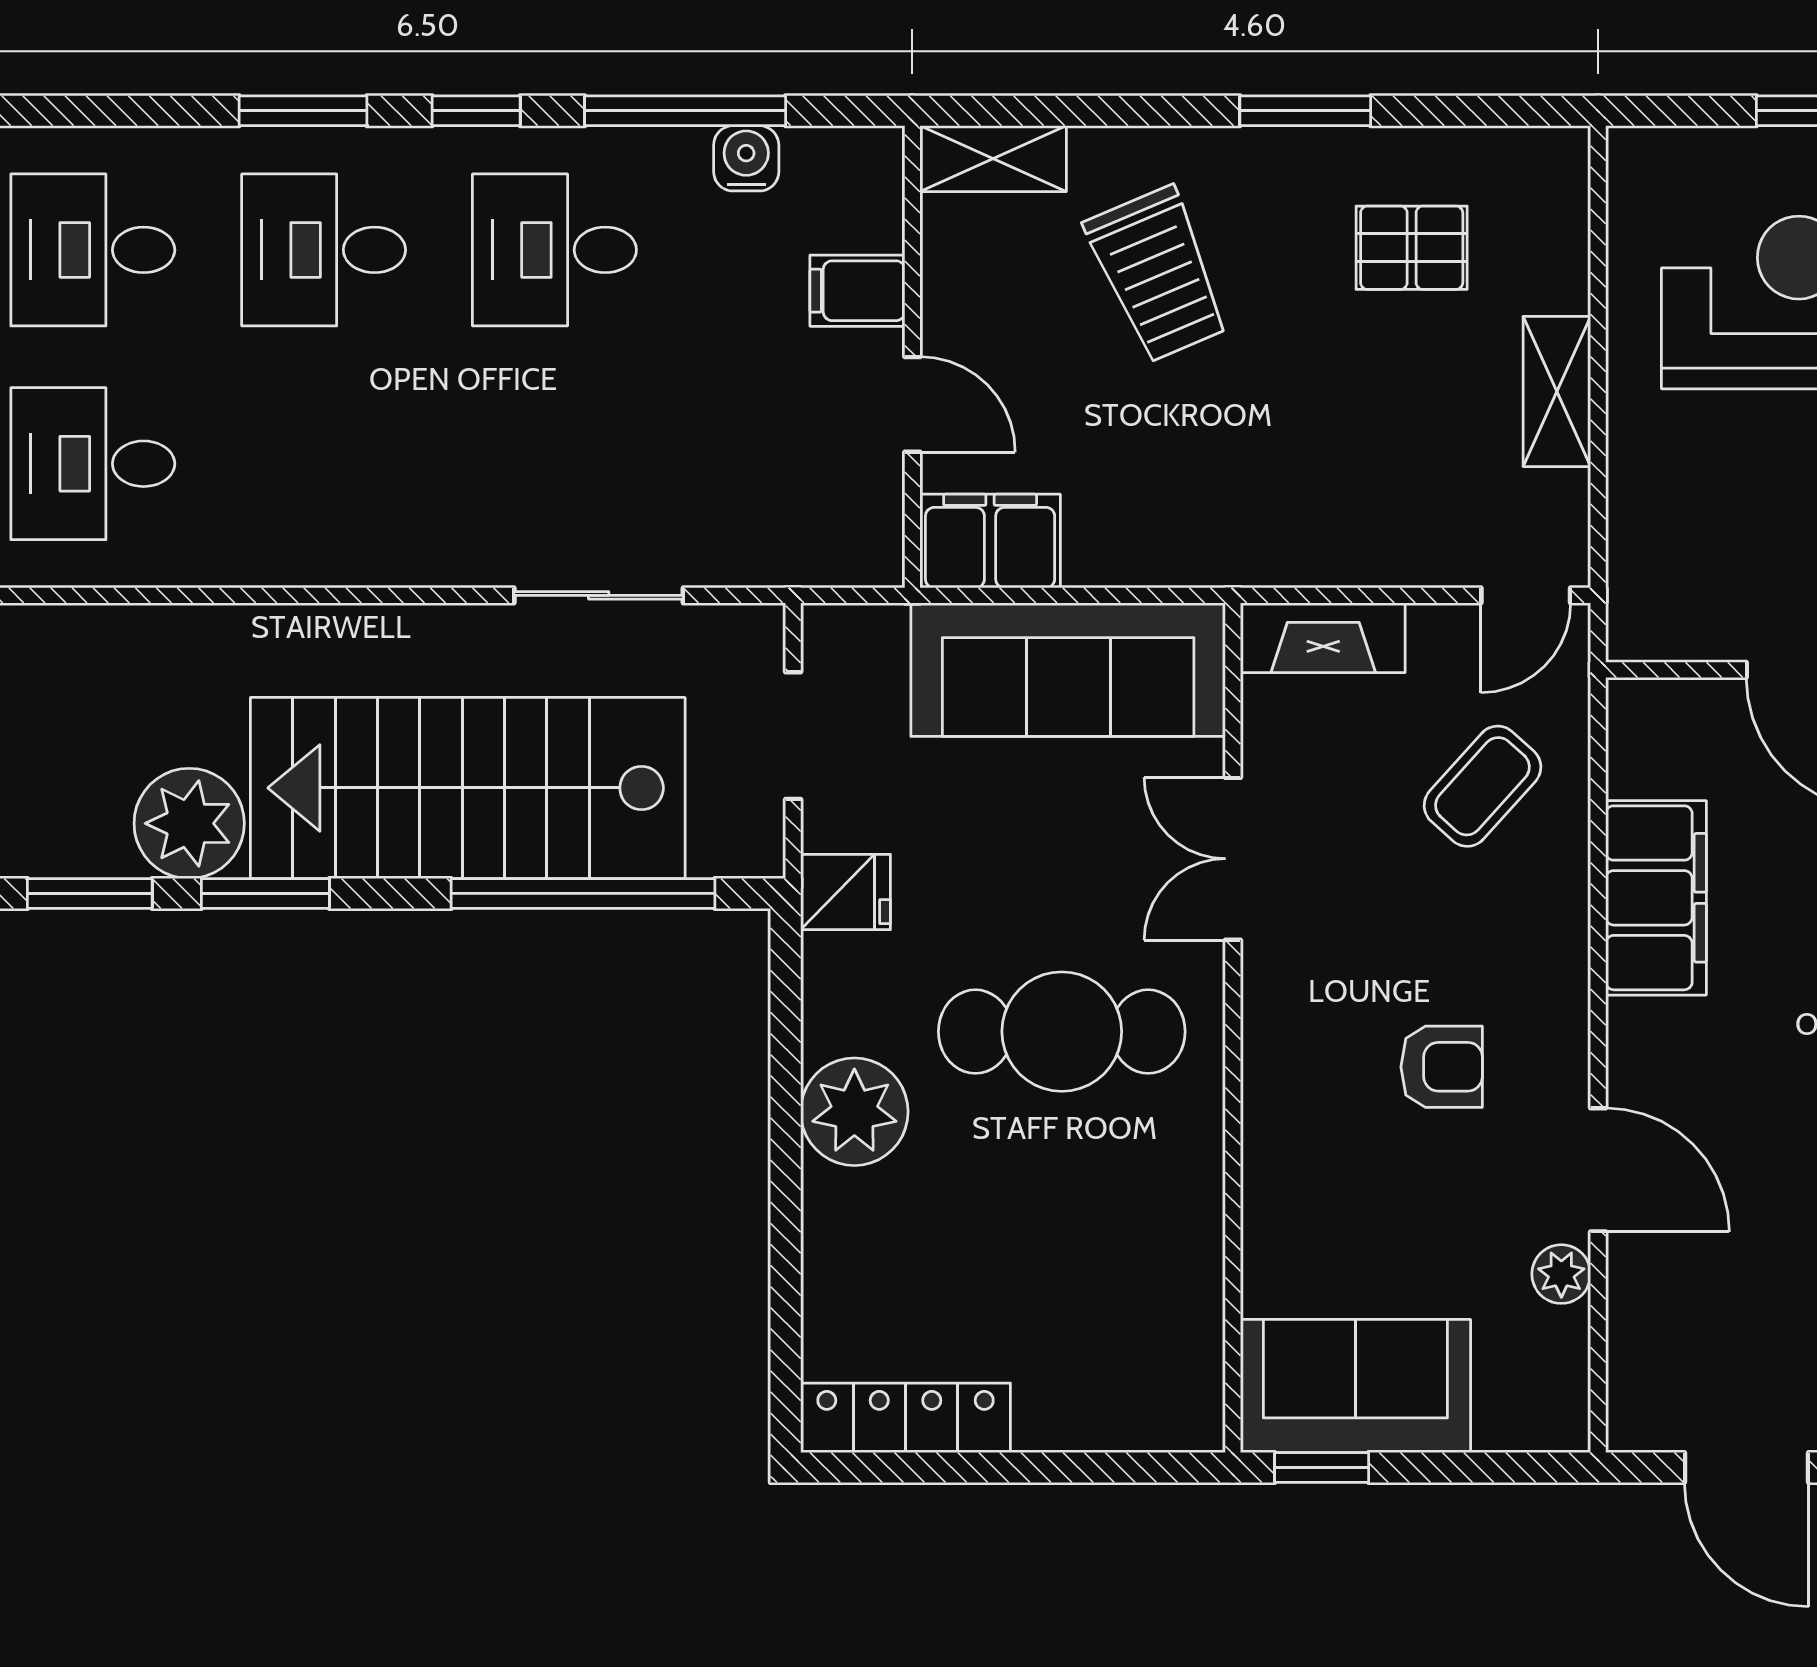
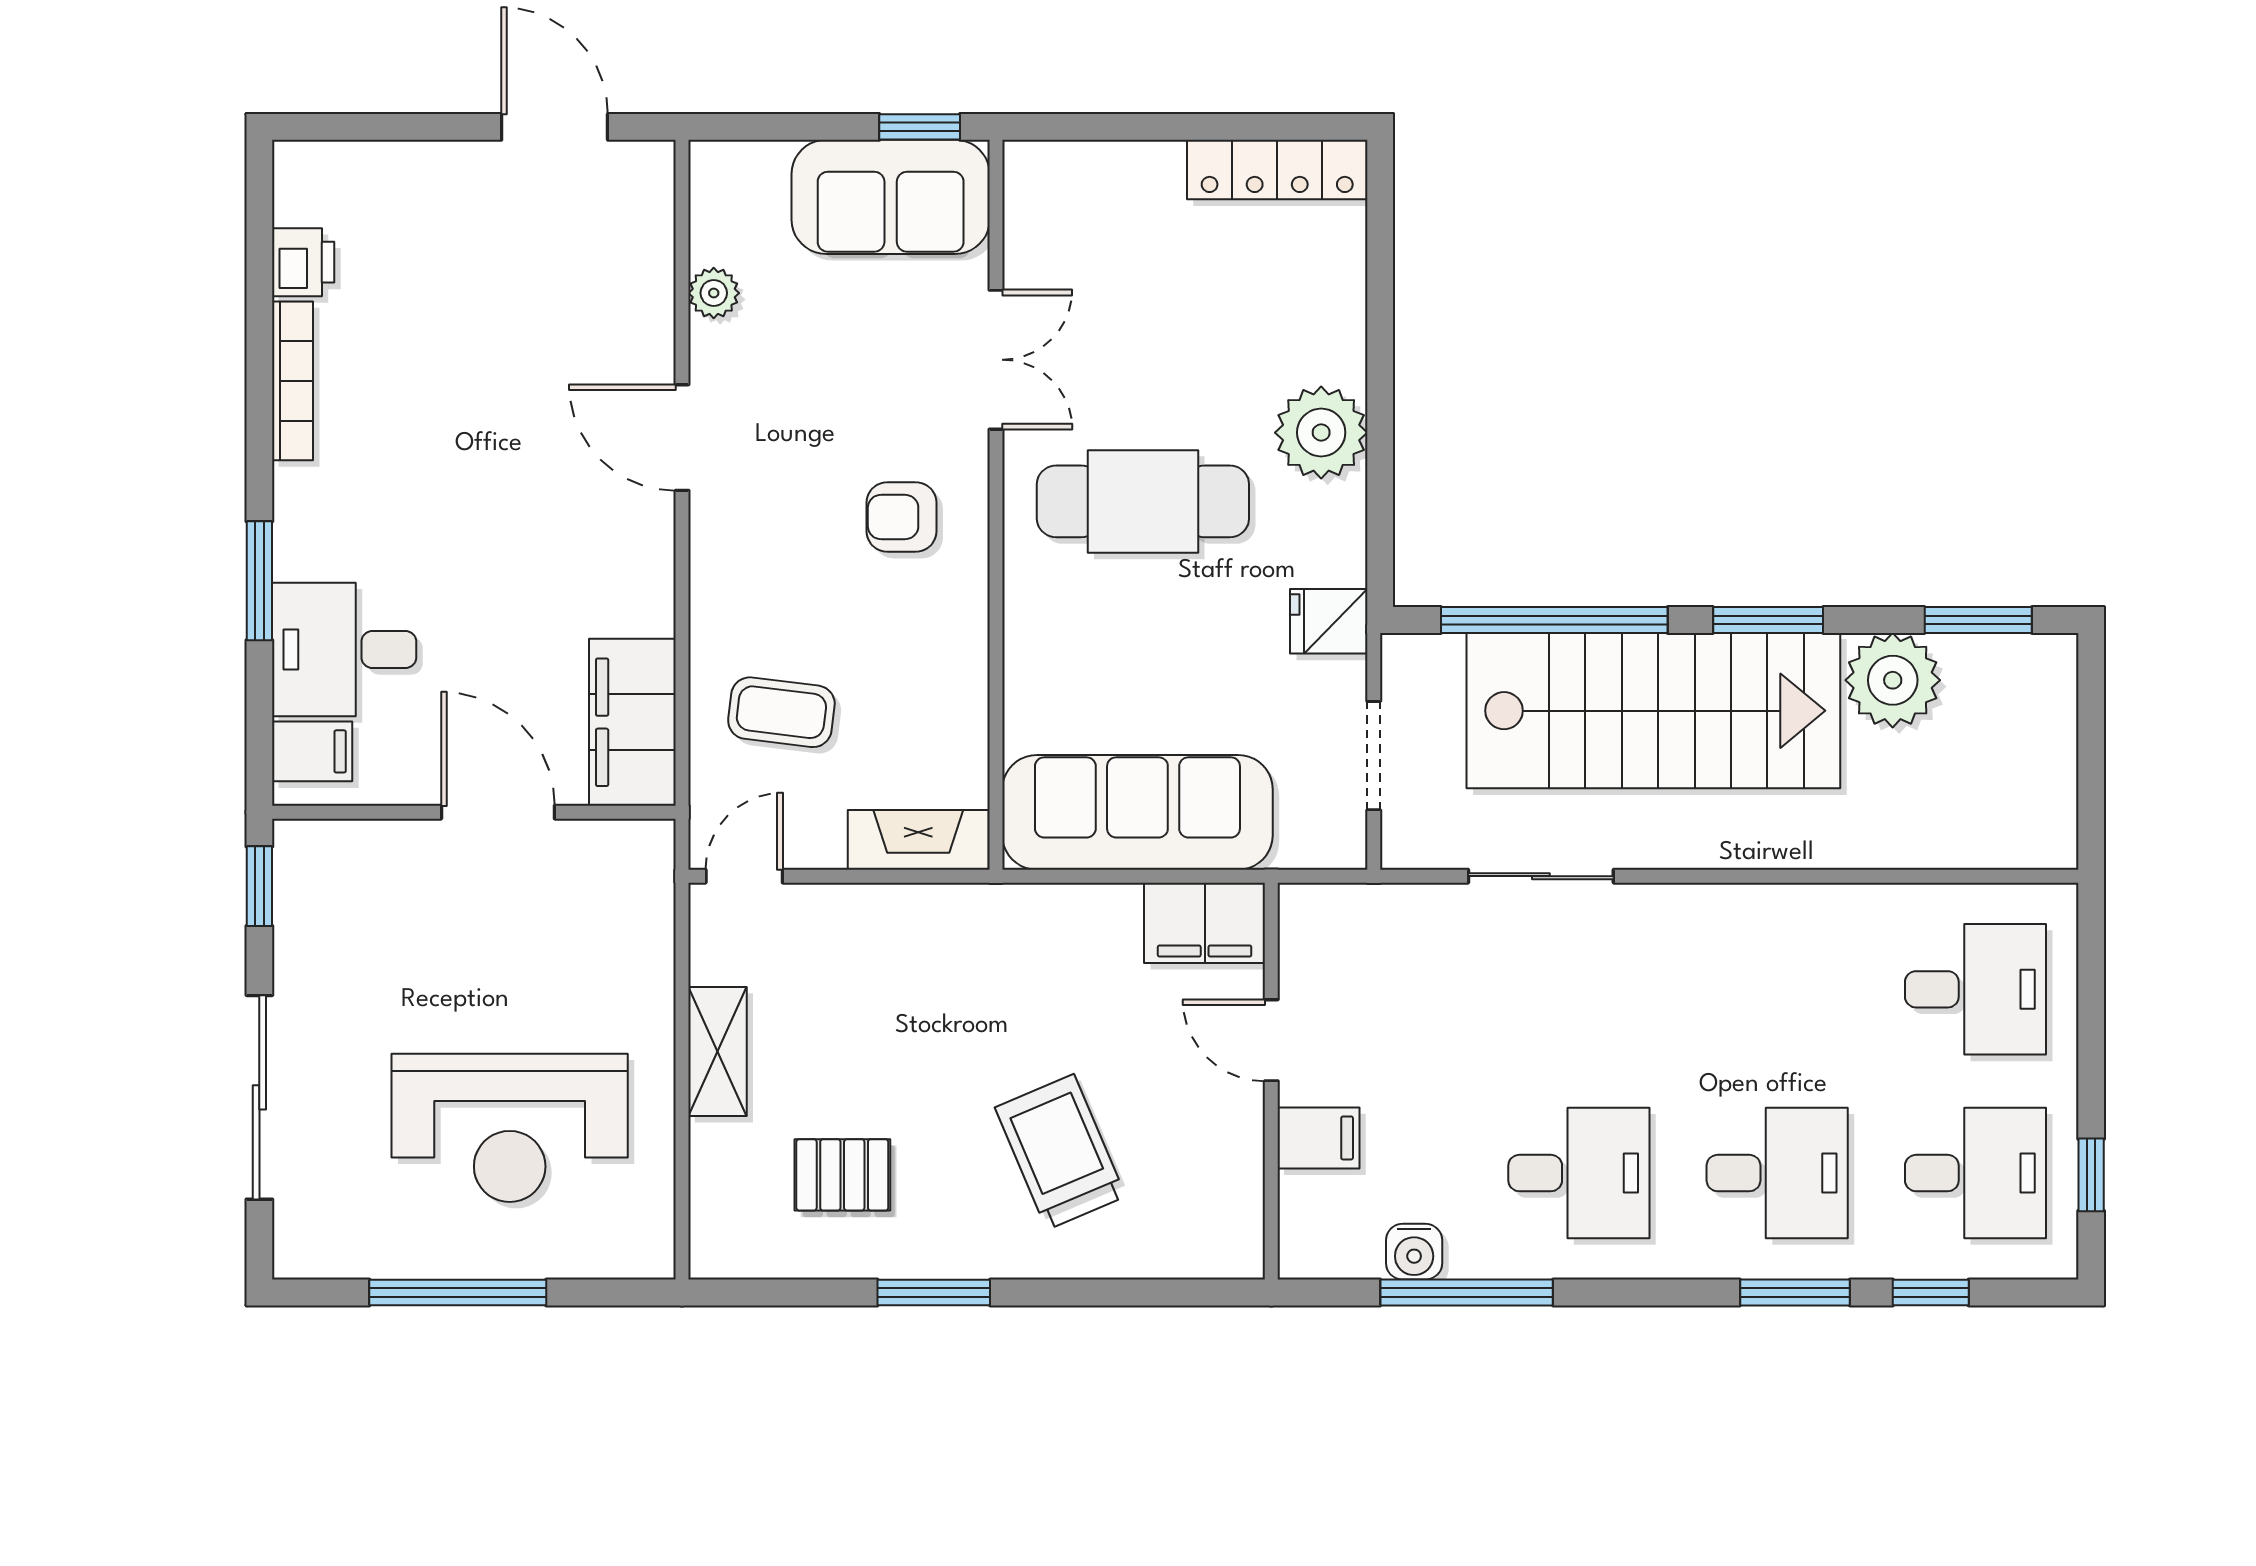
window: (476, 111) -> (1931, 1293), moved
shelving: (993, 159) -> (1202, 1251), removed
coffee table: (1482, 786) -> (781, 712), turned 55
double door: (1233, 859) -> (996, 360), moved
window: (265, 893) -> (1768, 620), moved
filing cabinet: (1656, 898) -> (632, 722), moved
armchair: (1442, 1067) -> (901, 517), moved
door: (1598, 1170) -> (682, 438), moved

